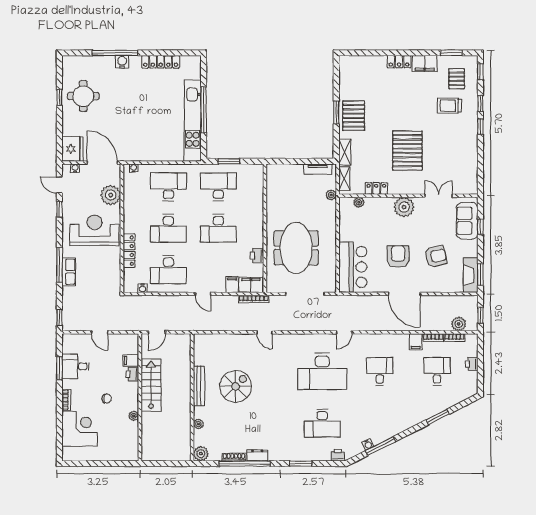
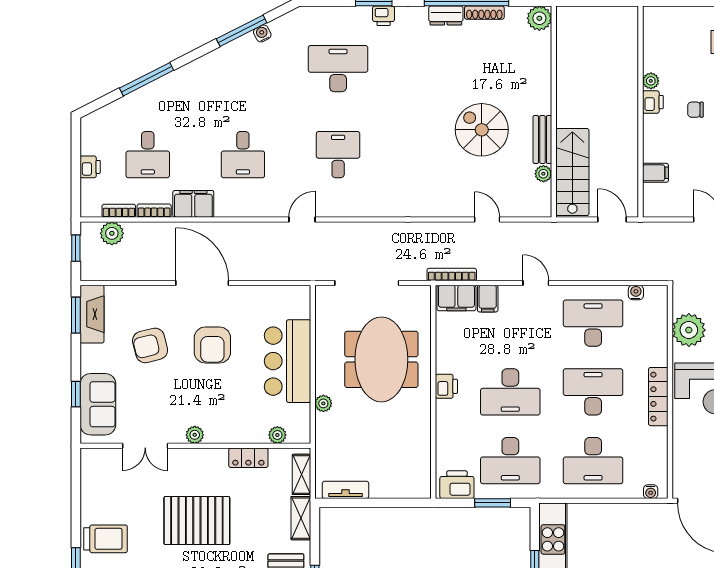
trolley: (463, 140) -> (106, 539), added
pallet: (407, 151) -> (197, 521), turned 90
printer: (251, 172) -> (457, 485), added
plant: (111, 195) -> (689, 330), moved
plant: (331, 195) -> (323, 403), moved
plant: (404, 207) -> (195, 435), width x0.53, depth x0.53
desk: (218, 228) -> (510, 392), turned 180
locker: (129, 251) -> (658, 397), moved
printer: (257, 256) -> (446, 386), moved
bar counter: (353, 267) -> (287, 361), moved
door: (157, 332) -> (612, 220), hinge flipped
door: (264, 332) -> (487, 220), moved
filing cabinet: (416, 342) -> (193, 204), width x2.00
desk: (322, 371) -> (338, 155), width x0.53, depth x0.77
printer: (132, 374) -> (653, 102), moved
stairs: (151, 385) -> (572, 172), moved, turned 180
bench: (199, 386) -> (542, 139), width x0.73
spiral stairs: (236, 386) -> (482, 130), turned 90
window: (438, 417) -> (147, 79), width x1.44
plant: (198, 424) -> (543, 174), moved
printer: (338, 455) -> (384, 16), moved

